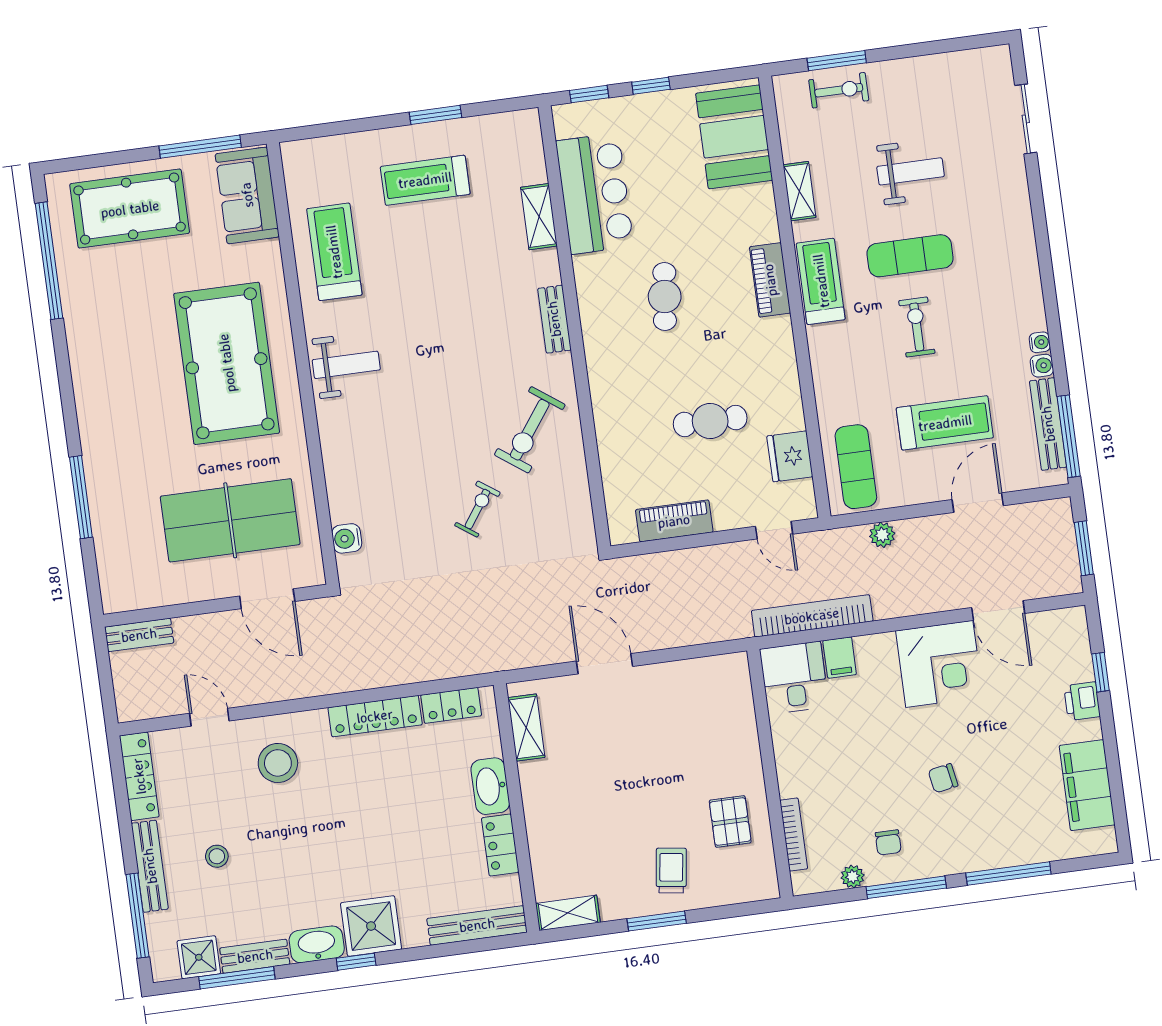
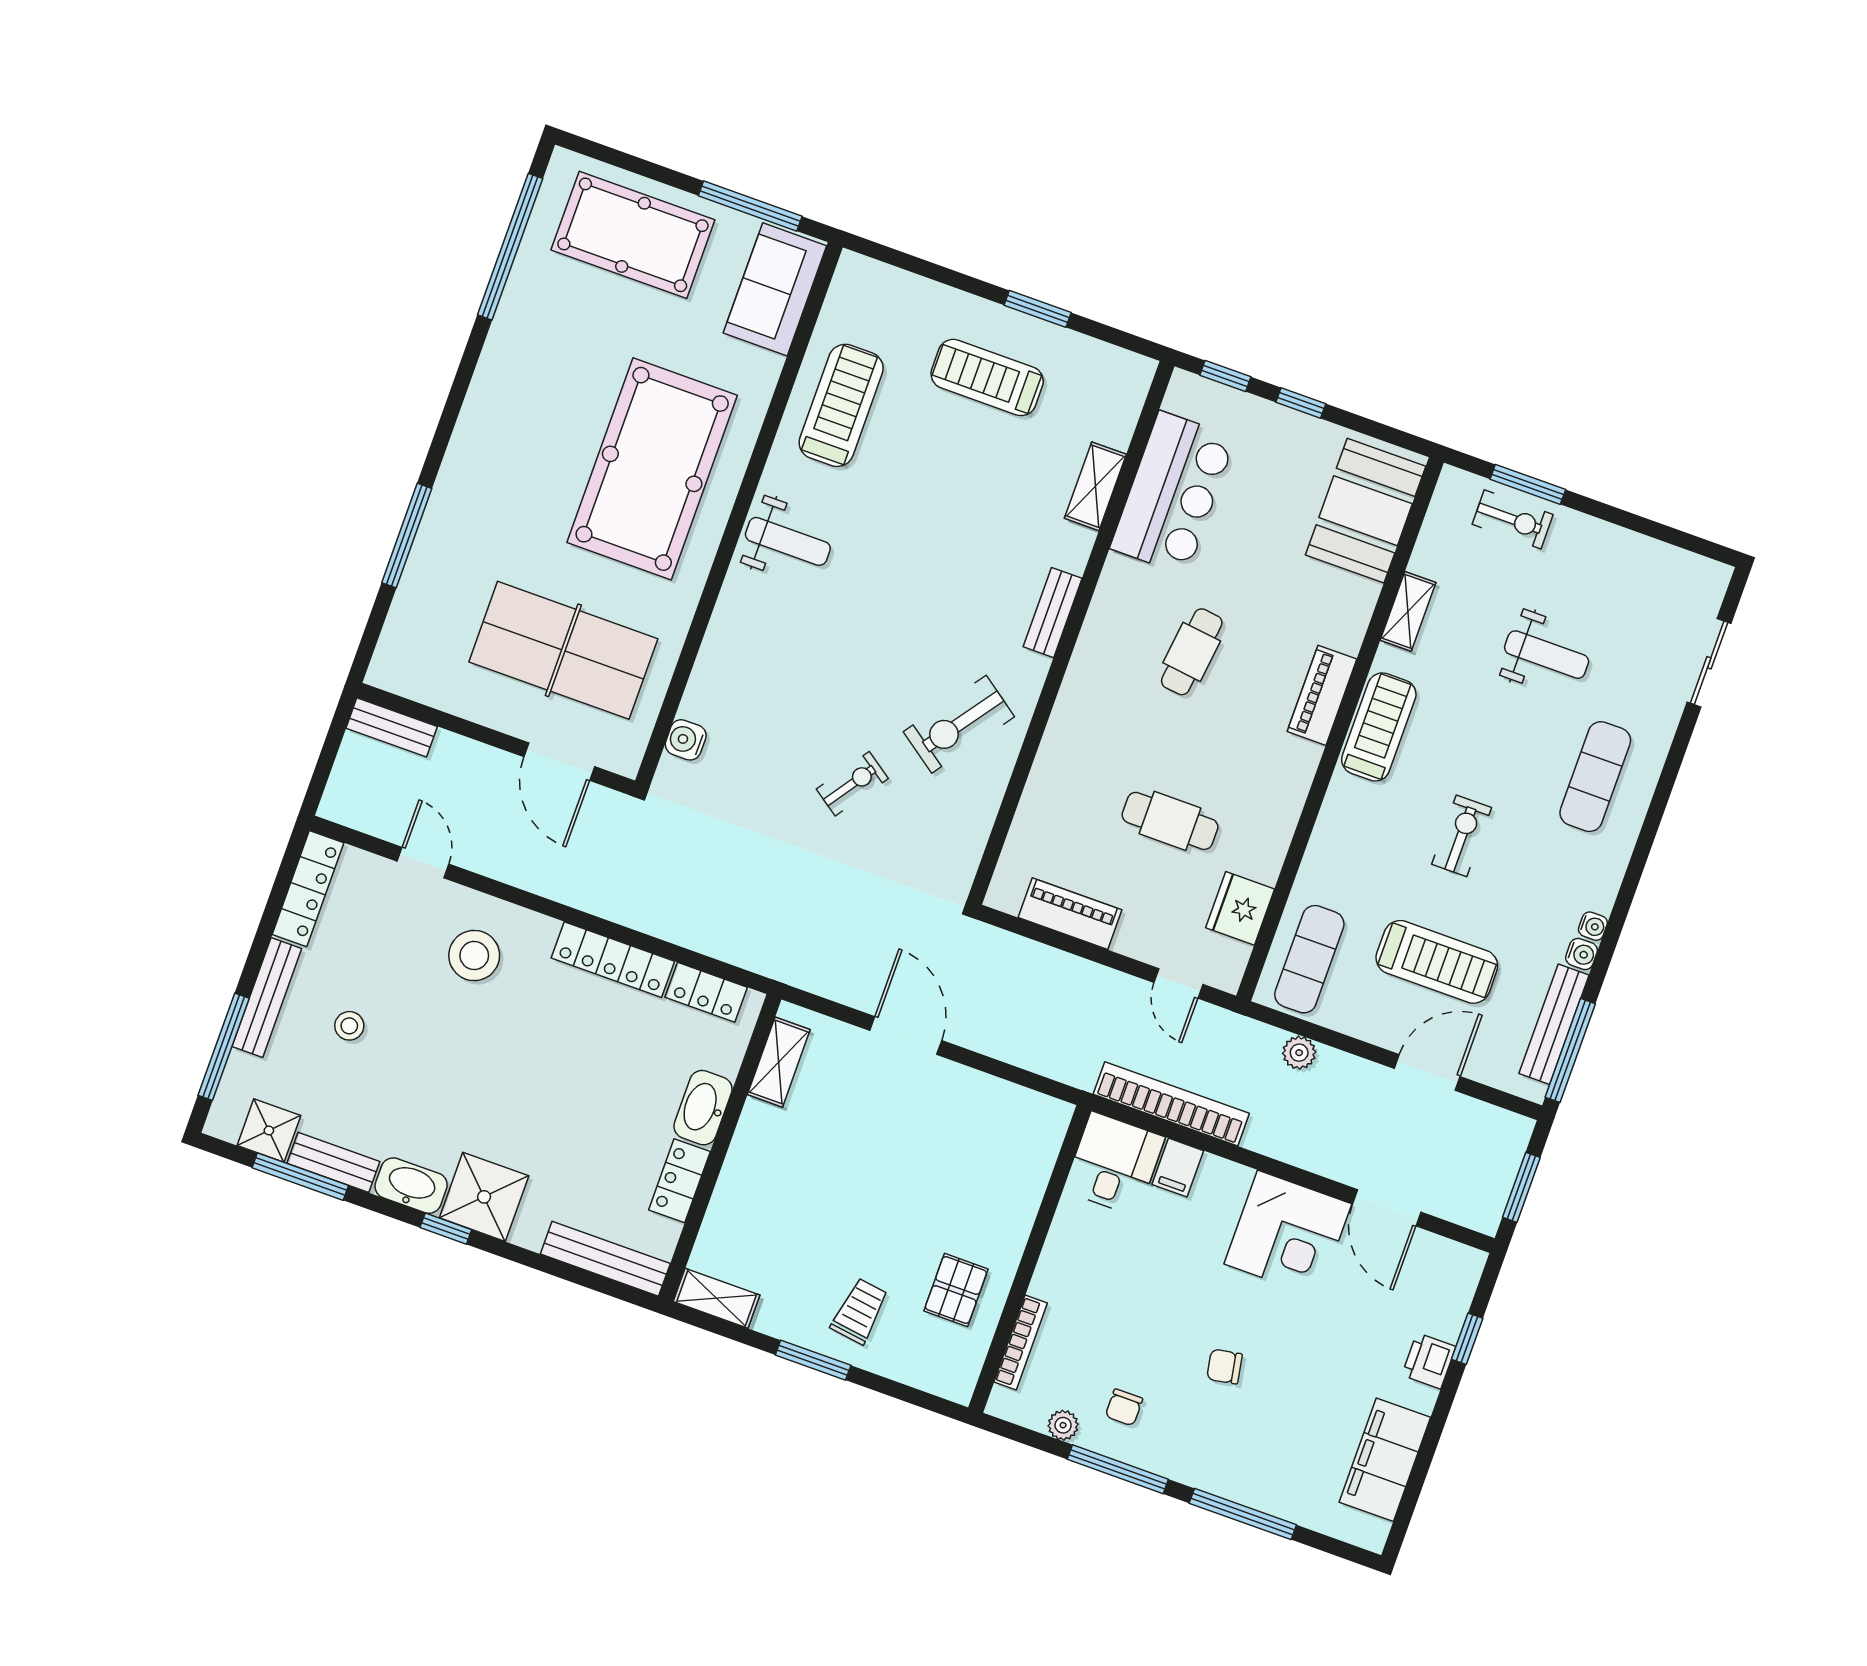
exercise mat: (910, 256) -> (1595, 777), moved, turned 90

